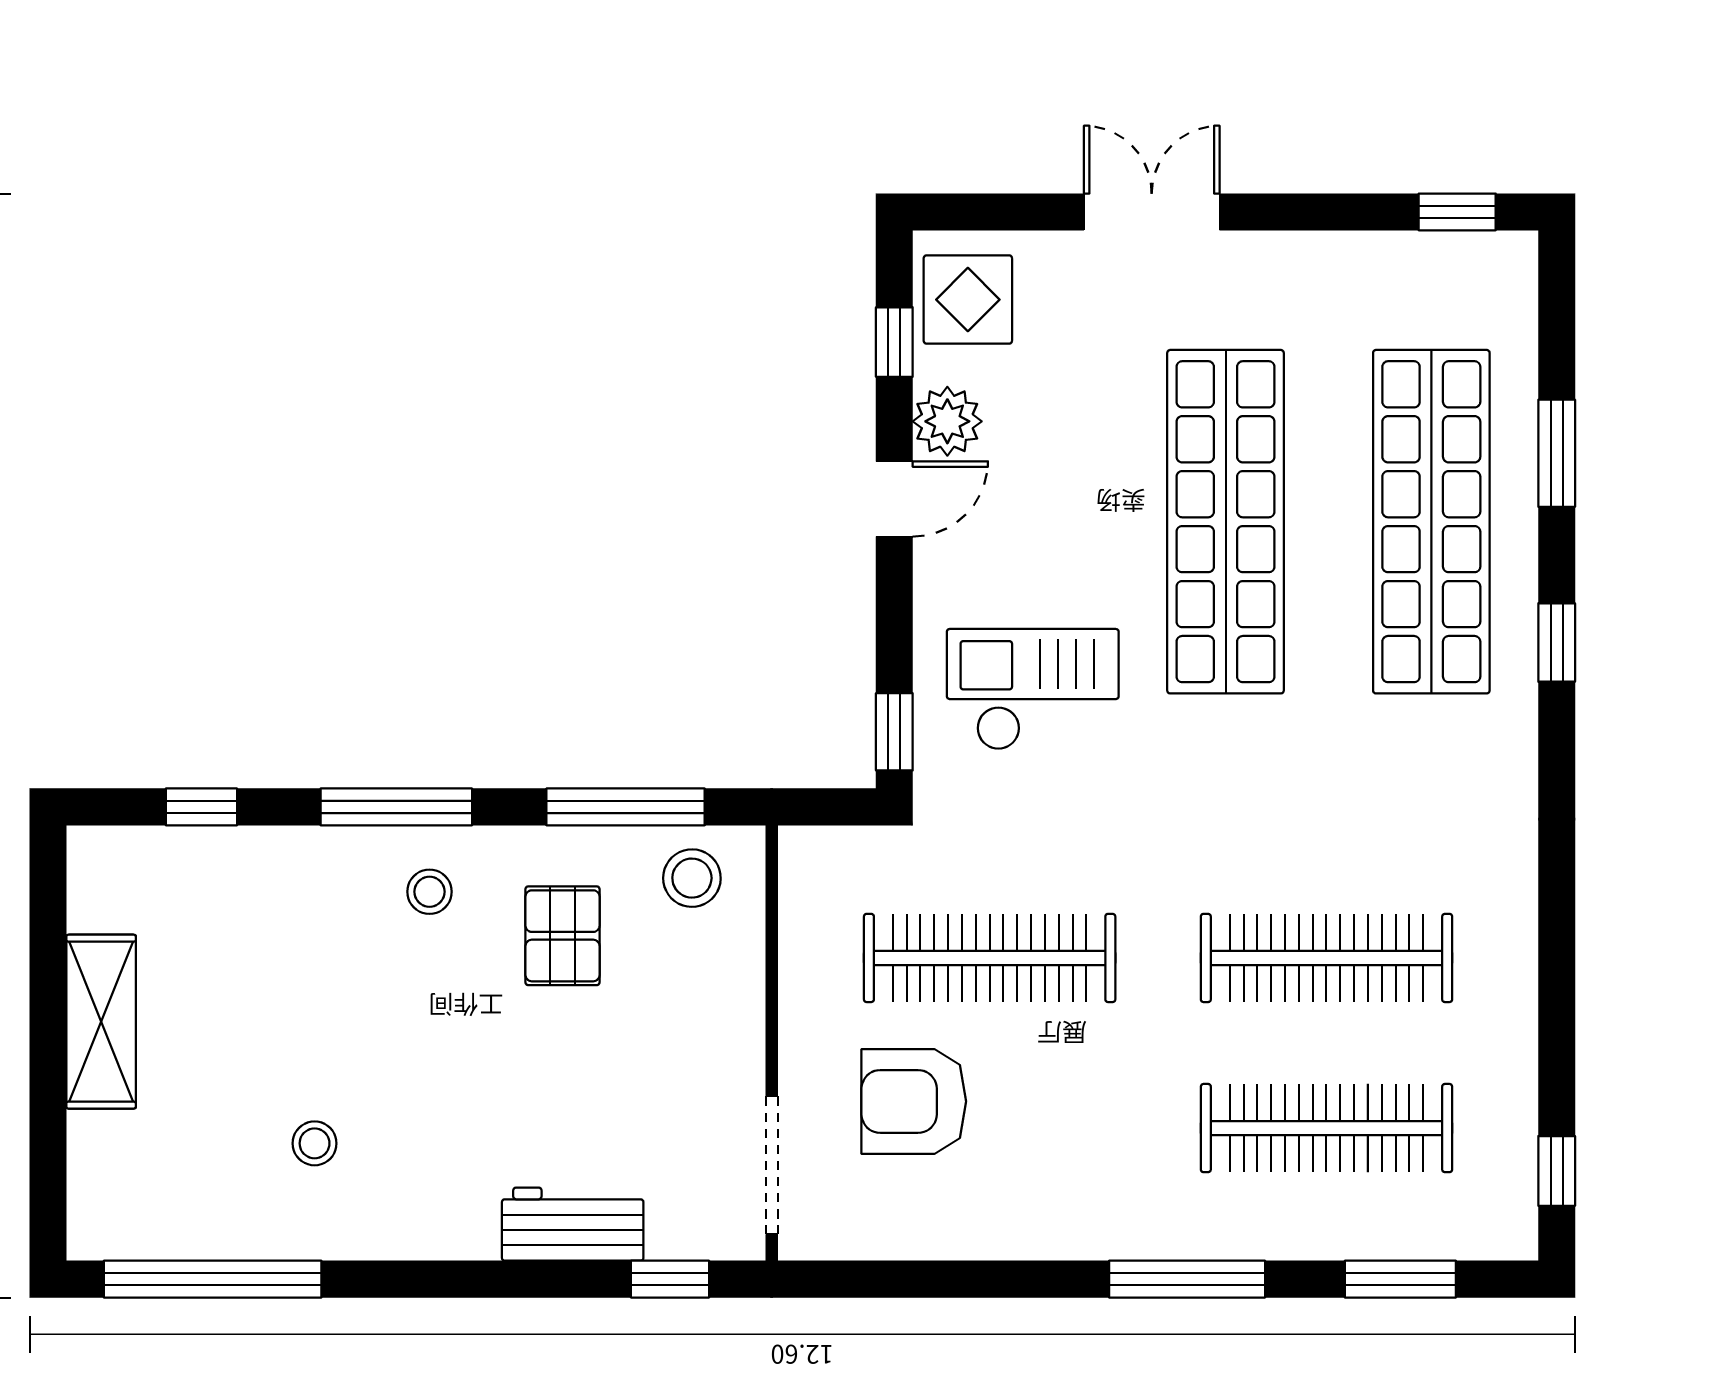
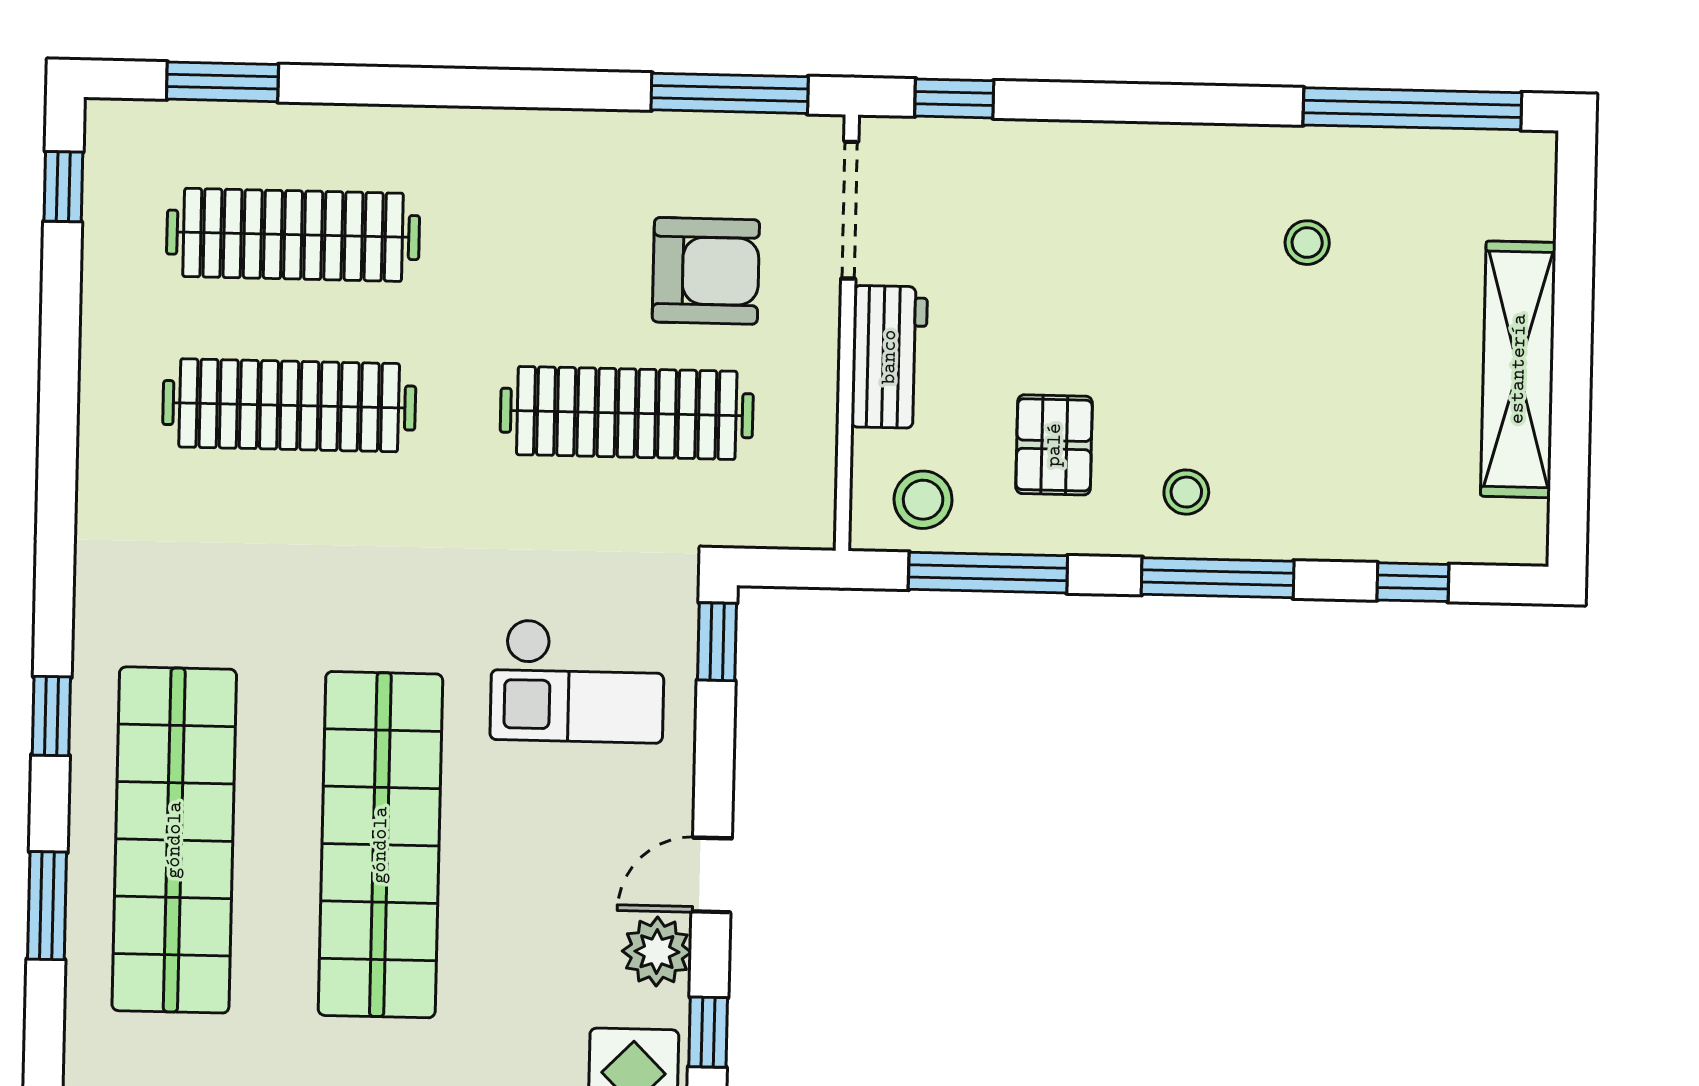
shelving: (101, 1022) -> (1518, 369), width x1.47
workbench: (573, 1224) -> (889, 357), moved, turned -90
window: (1187, 1279) -> (730, 93), moved

